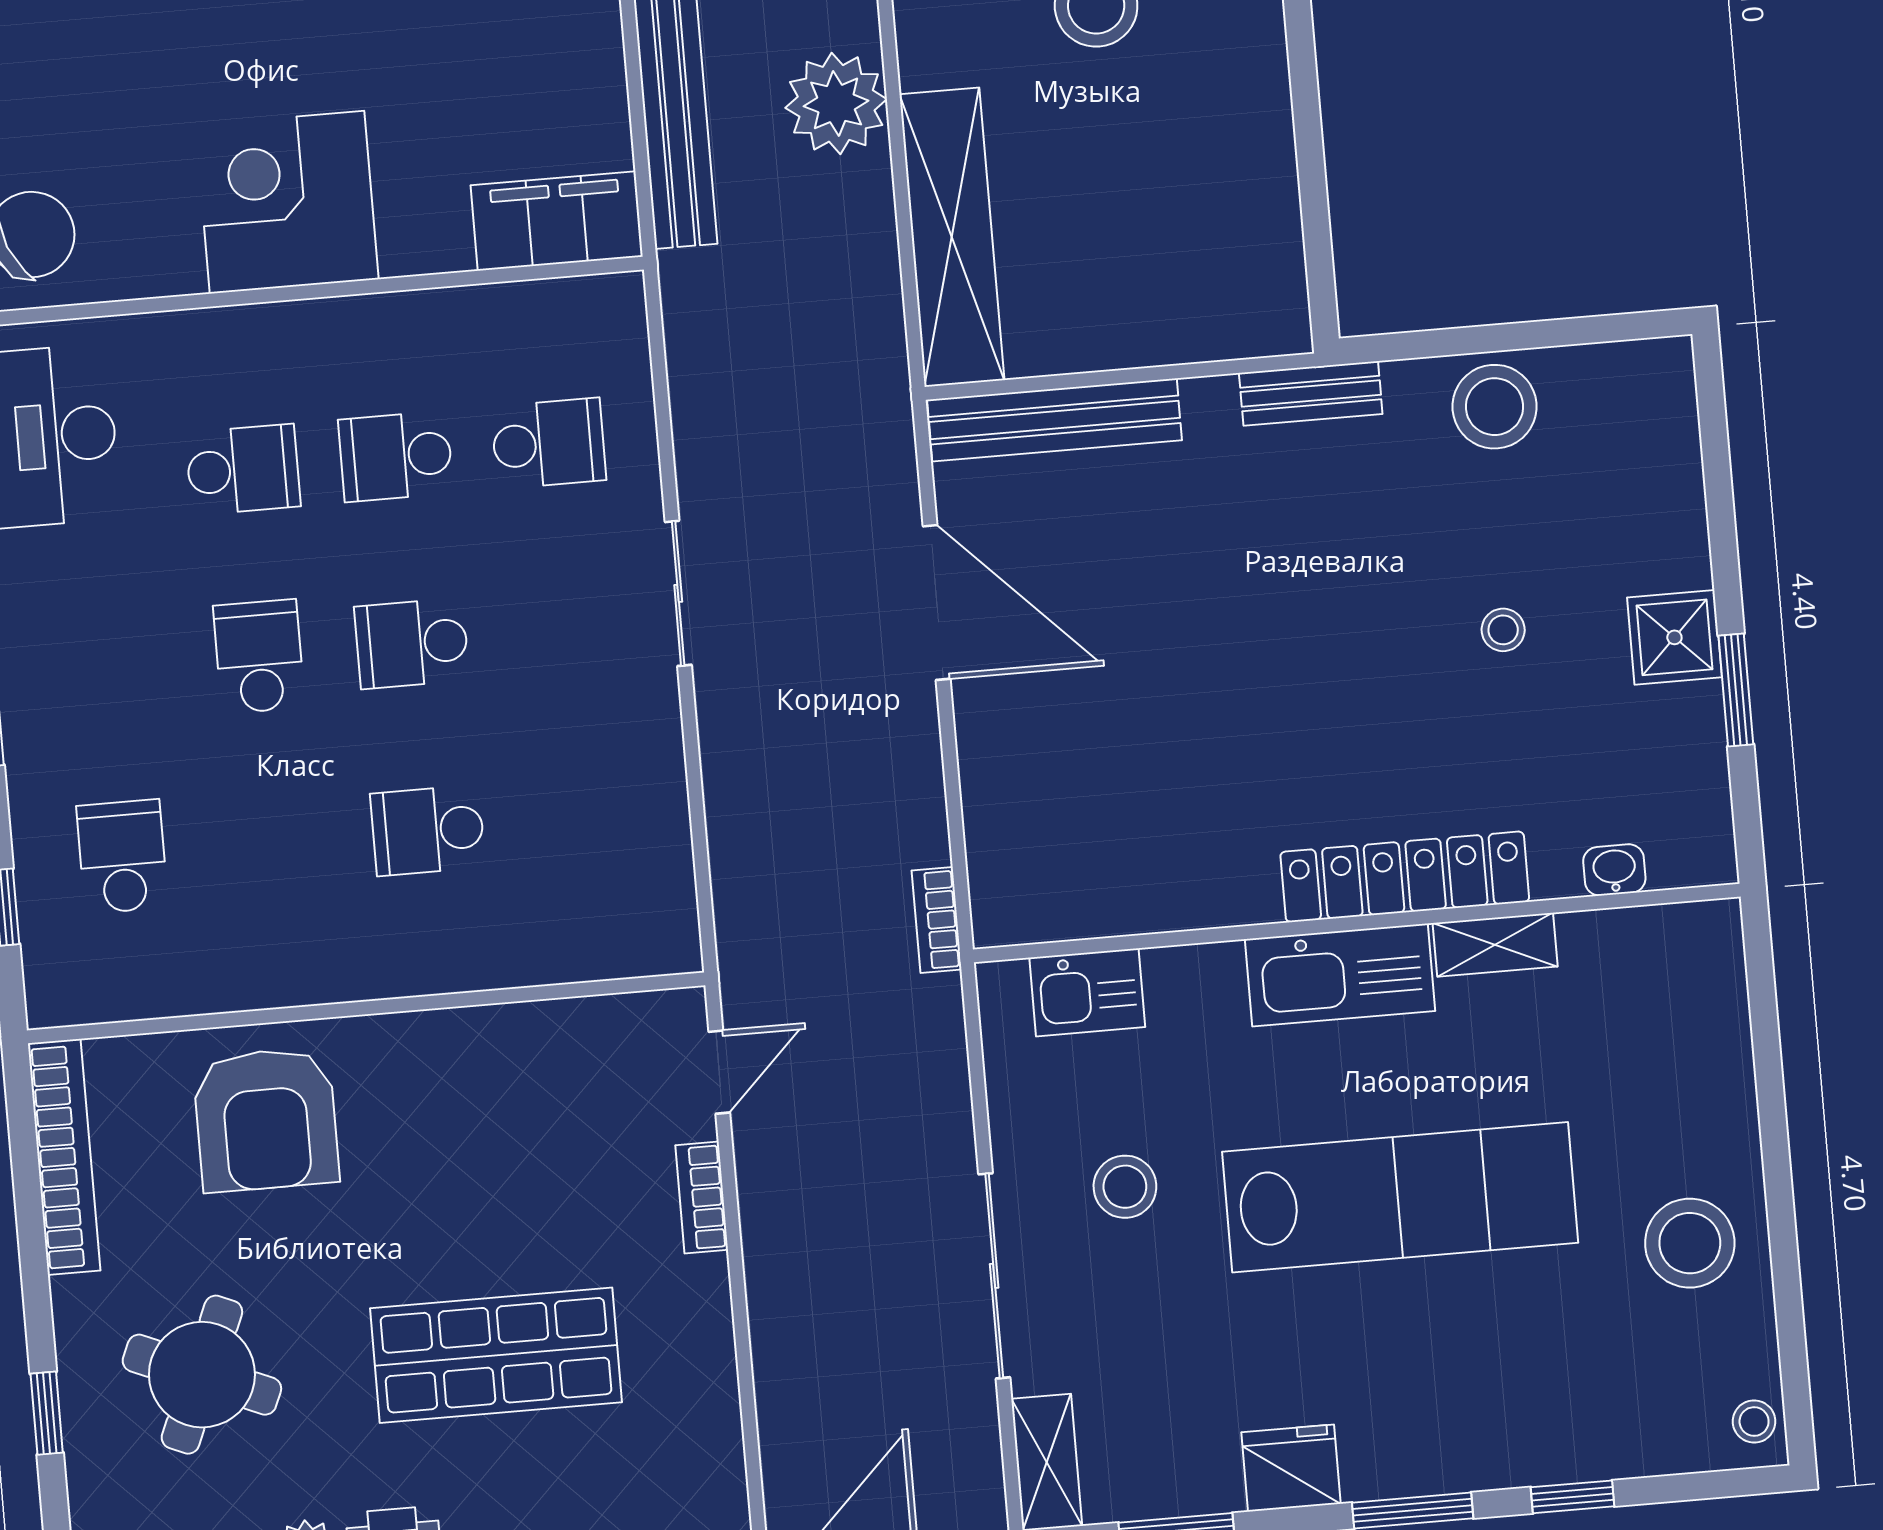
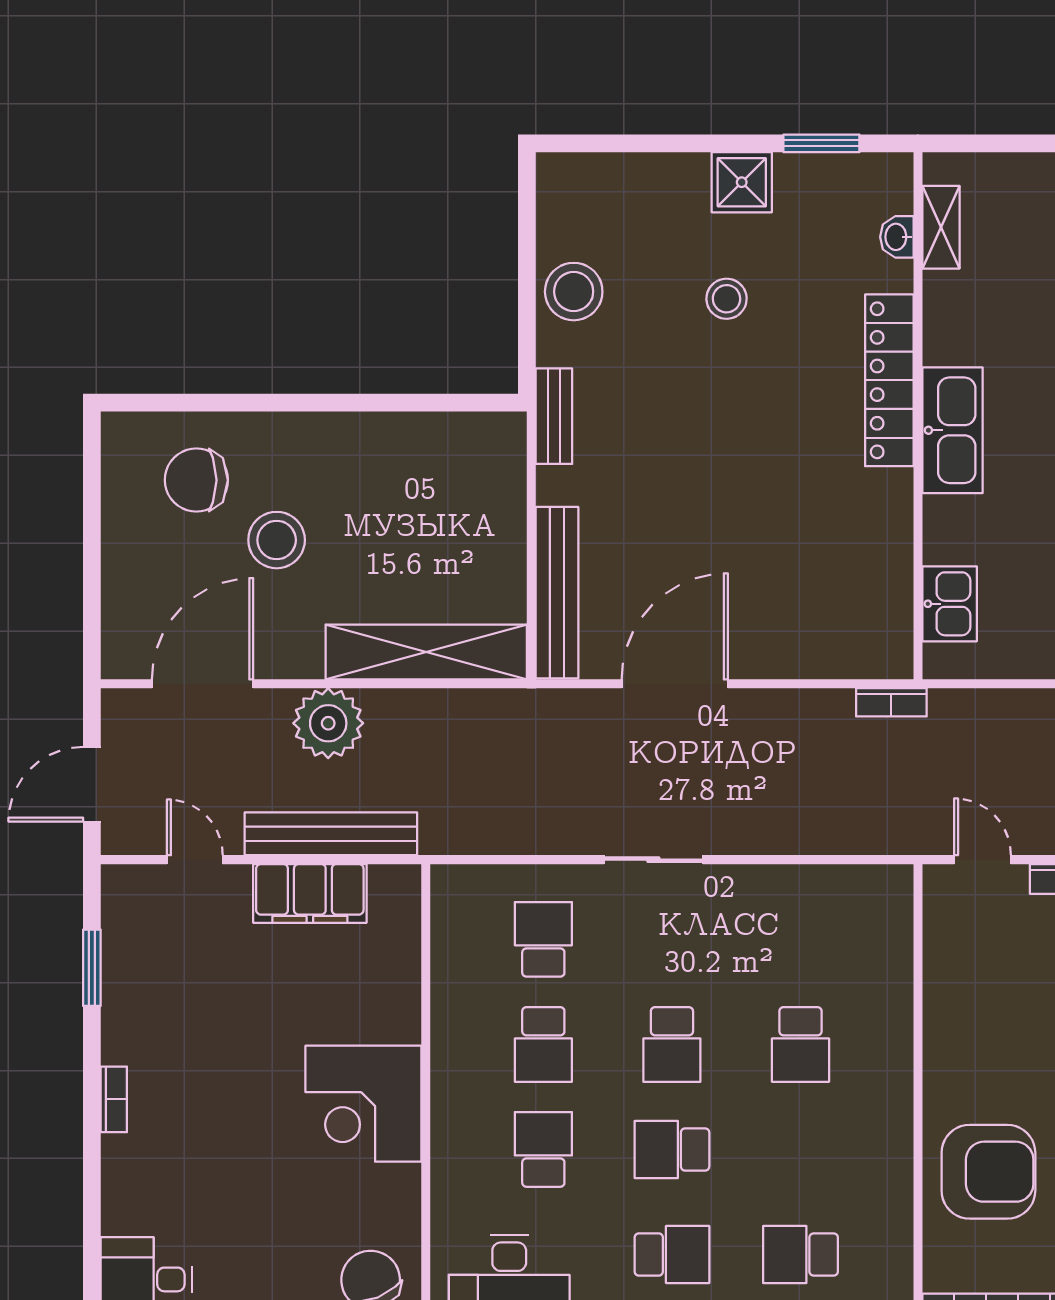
filing cabinet: (557, 221) -> (310, 893), moved, turned -90
stool: (1503, 630) -> (727, 299), width x1.37, depth x1.37
school desk: (106, 670) -> (672, 1254), added
window: (1736, 690) -> (821, 143), moved
shelving: (1495, 945) -> (941, 227), moved

